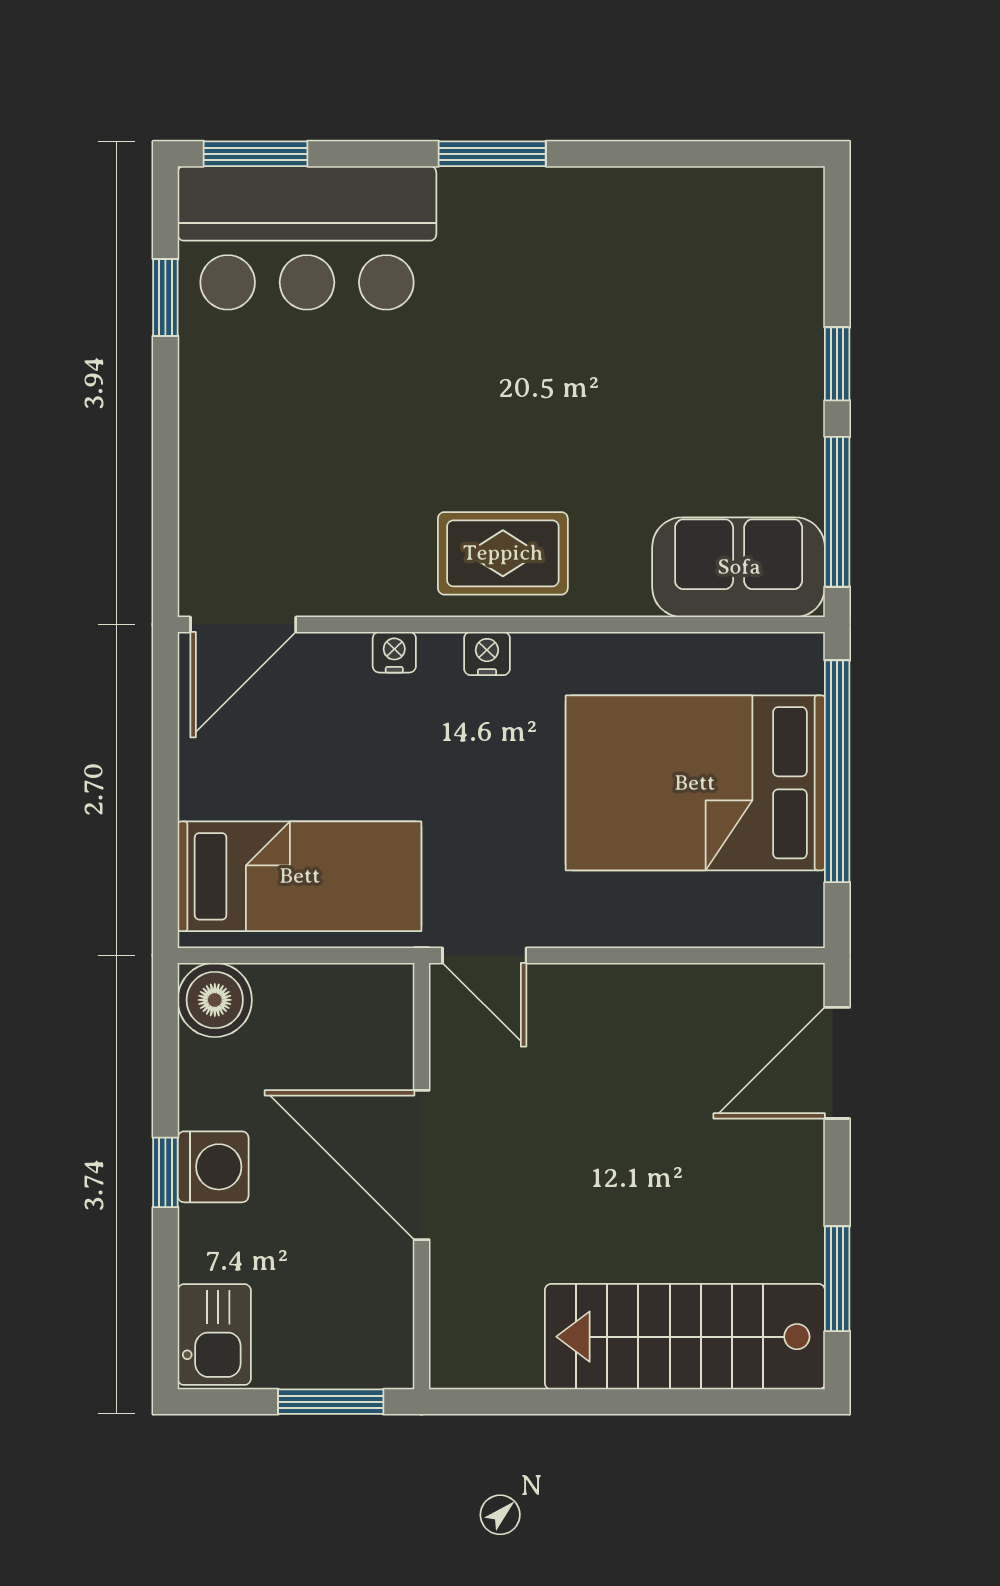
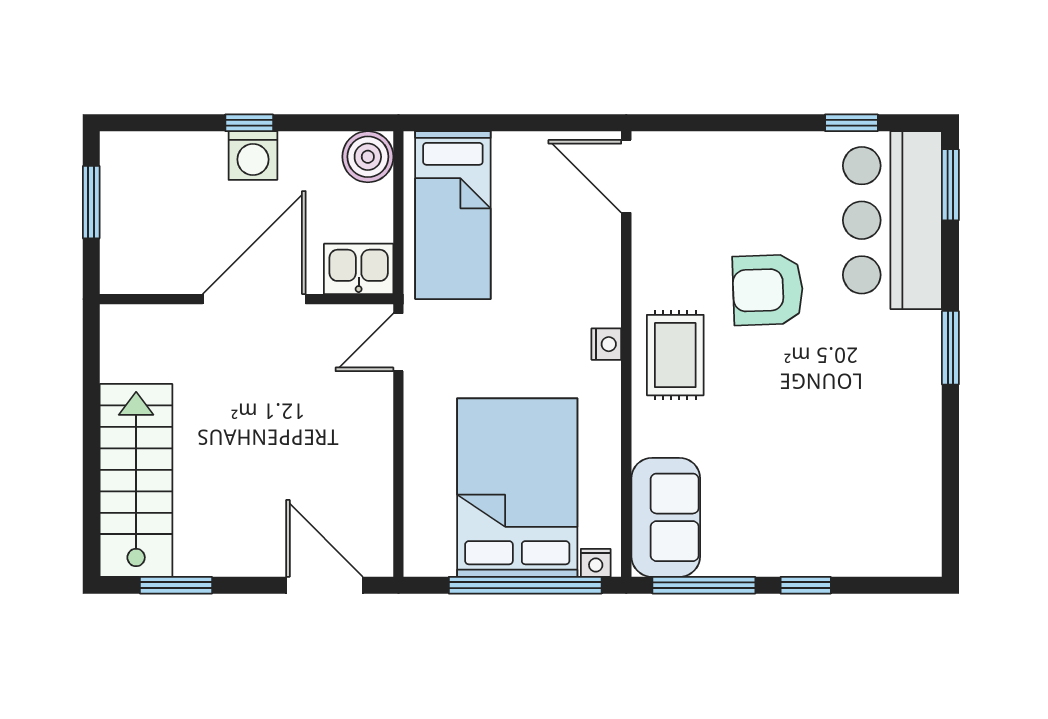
armchair: (408, 419) -> (768, 290), added
nightstand: (394, 652) -> (596, 563), moved, turned 90
kitchen sink: (214, 1335) -> (359, 269), moved, turned 180
window: (331, 1402) -> (91, 202), moved

